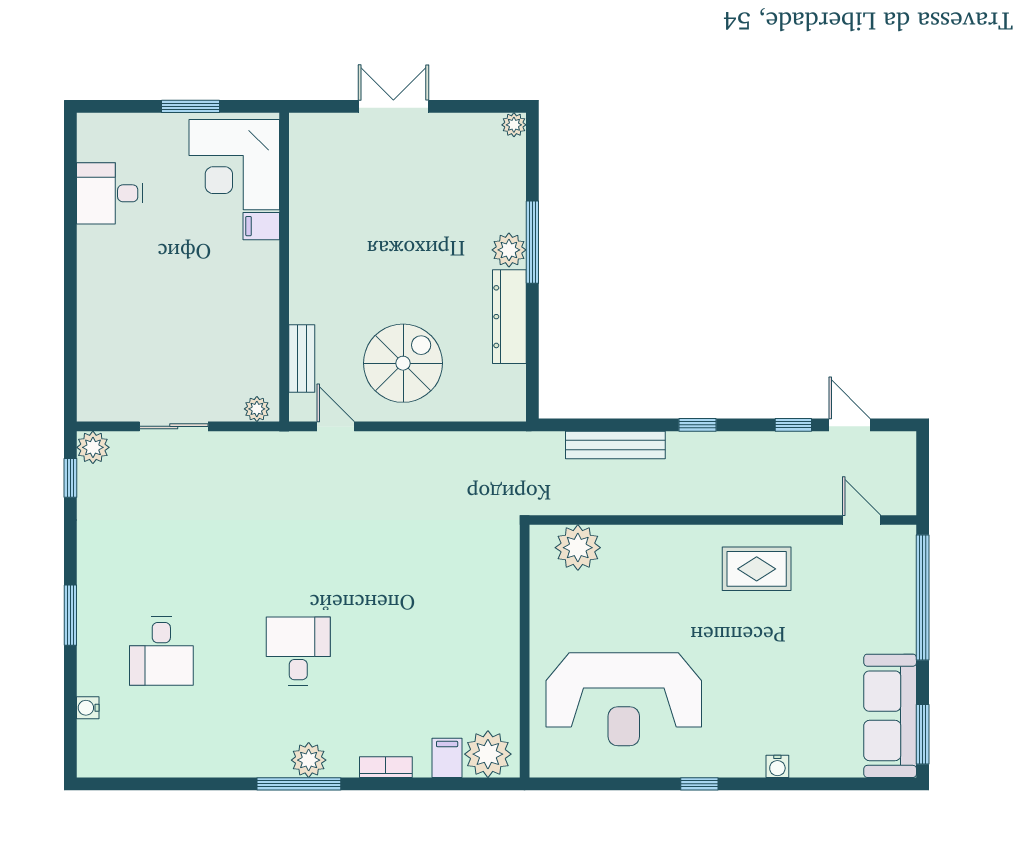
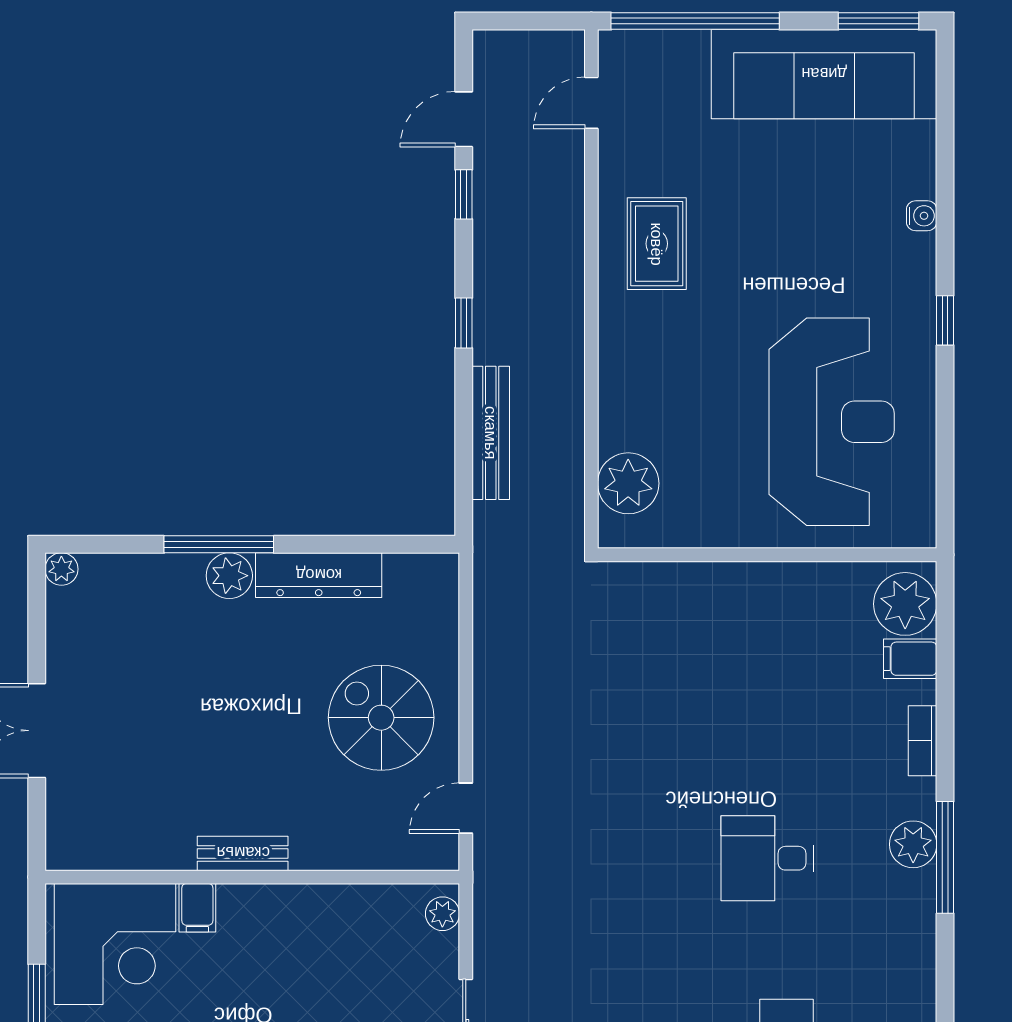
bench: (302, 359) -> (243, 853), moved
sofa: (890, 716) -> (824, 74), width x1.36, depth x1.27

